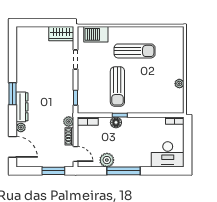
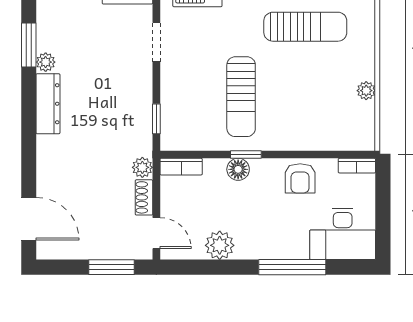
sun lounger: (135, 51) -> (305, 27), moved
window: (12, 94) -> (29, 45), moved
dresser: (22, 107) -> (48, 104), moved
plant: (21, 127) -> (46, 62), moved
armchair: (147, 127) -> (300, 178), added
window: (123, 171) -> (292, 267), moved

